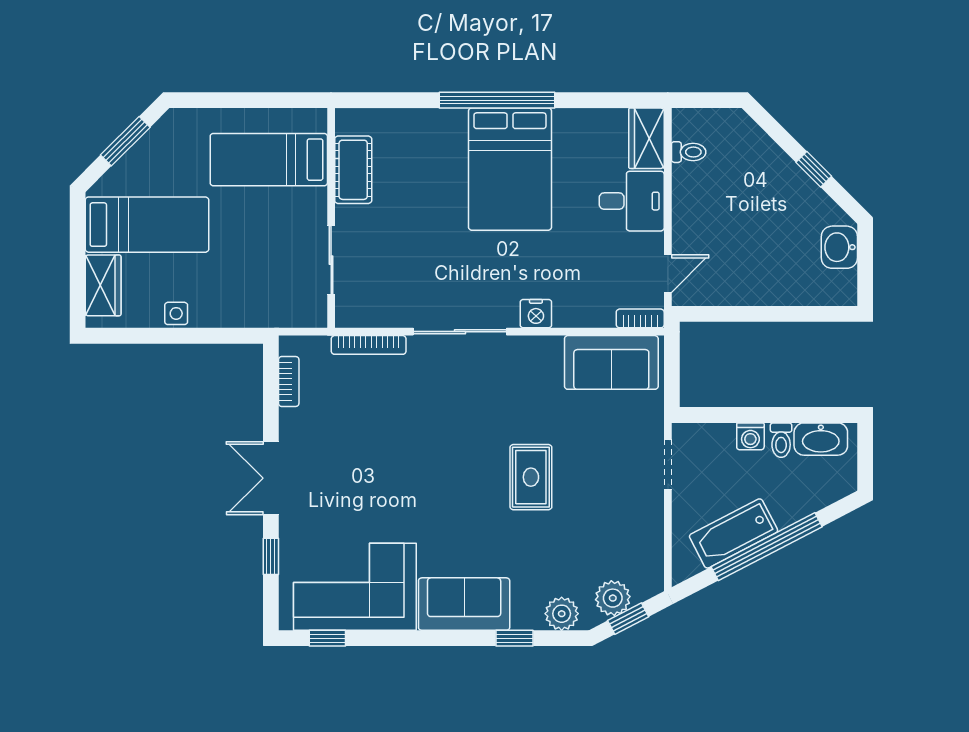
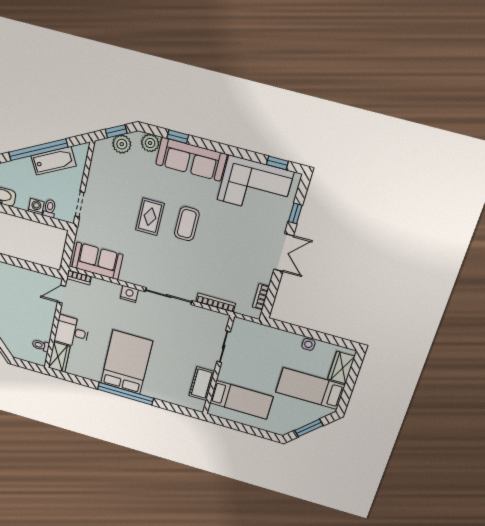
toilet: (781, 440) -> (50, 208), moved
coffee table: (460, 483) -> (187, 224), added
sofa: (464, 604) -> (191, 159), width x1.36

